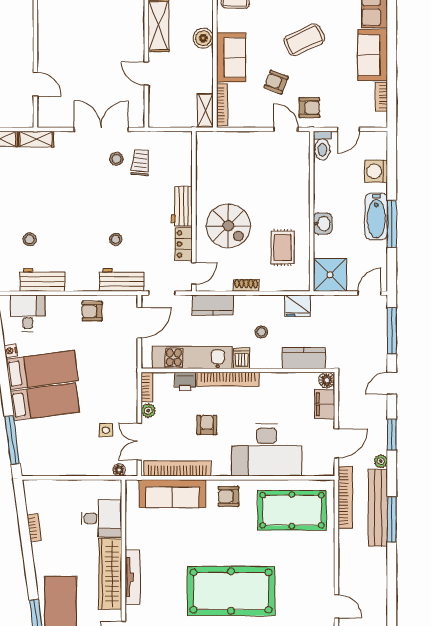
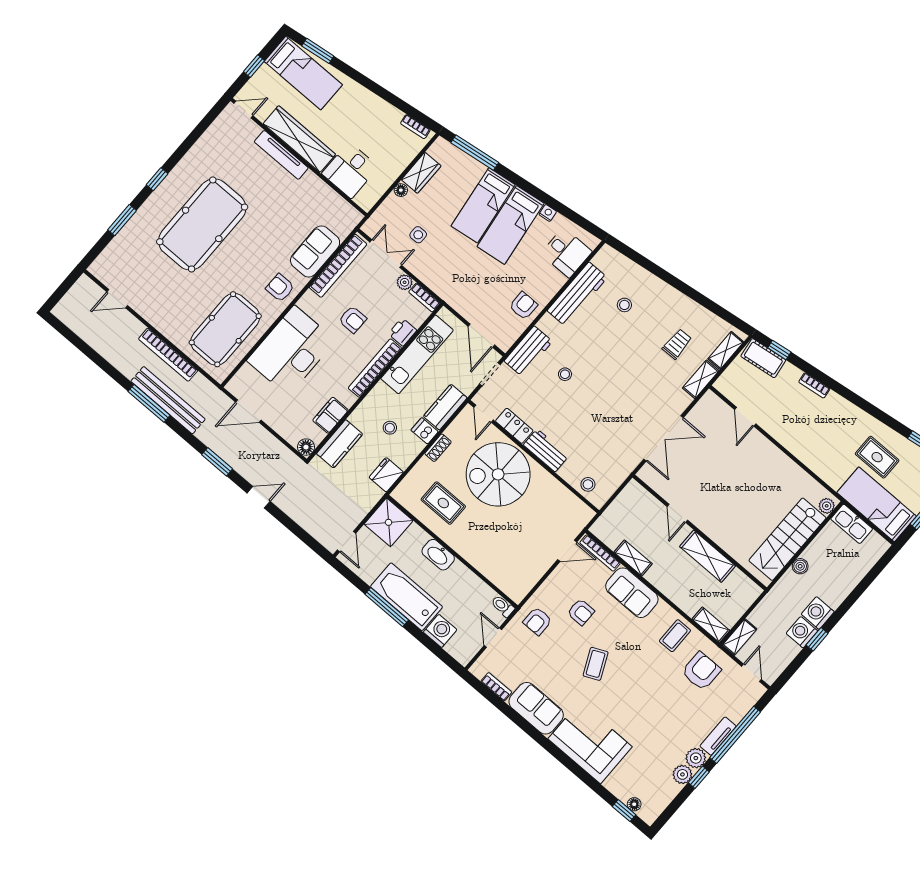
boiler: (203, 38) -> (667, 584), removed
coffee table: (304, 40) -> (596, 664), width x0.73, depth x0.77
door: (146, 74) -> (677, 513), swing flipped
armchair: (276, 82) -> (581, 612), turned 69
door: (35, 84) -> (745, 417), hinge flipped
shelving: (205, 110) -> (633, 558), moved
door: (286, 129) -> (567, 551), moved
toilet: (322, 146) -> (503, 606), width x0.73, depth x0.72
stool: (116, 159) -> (588, 484), moved
trolley: (140, 162) -> (677, 344), moved, turned -96
bathtub: (376, 216) -> (407, 597), width x1.36, depth x1.36
washbasin: (323, 224) -> (438, 555), width x1.38
spiral stairs: (228, 226) -> (498, 474), width x1.37, depth x1.37
workbench: (42, 280) -> (577, 294), width x1.37
window: (392, 331) -> (301, 533), removed
dishwasher: (242, 358) -> (425, 431), moved, turned 180
door: (392, 383) -> (259, 497), hinge flipped
filing cabinet: (325, 404) -> (330, 415), moved, turned -90
door: (336, 443) -> (248, 411), hinge flipped
plant: (381, 461) -> (203, 435), removed
wardrobe: (60, 466) -> (421, 173), added
floor lamp: (119, 470) -> (401, 190), moved
sofa: (172, 494) -> (315, 251), width x0.73
armchair: (229, 496) -> (280, 288), turned -90
bookcase: (345, 497) -> (168, 355), moved
bookcase: (34, 528) -> (415, 127), moved

